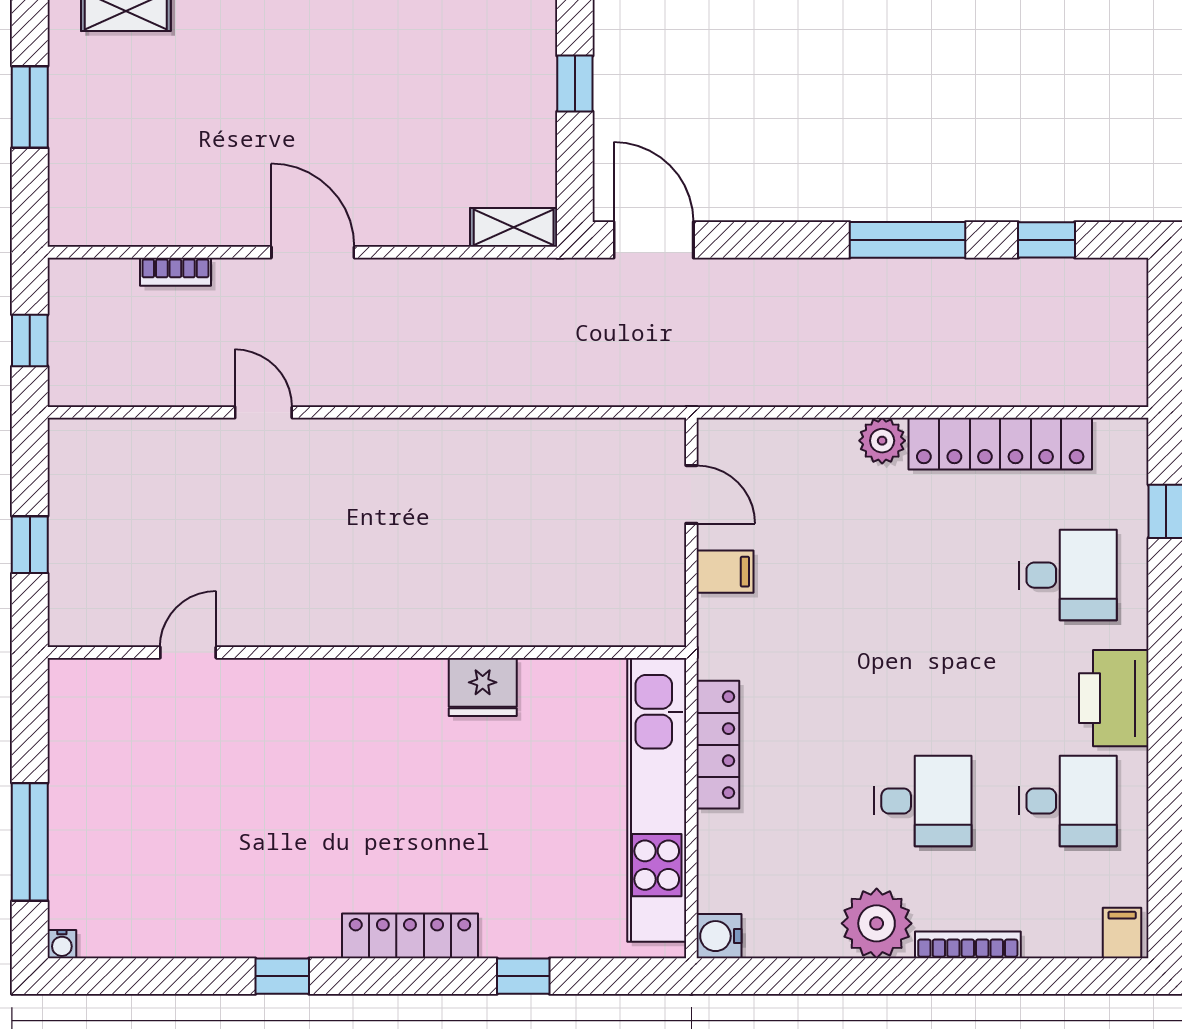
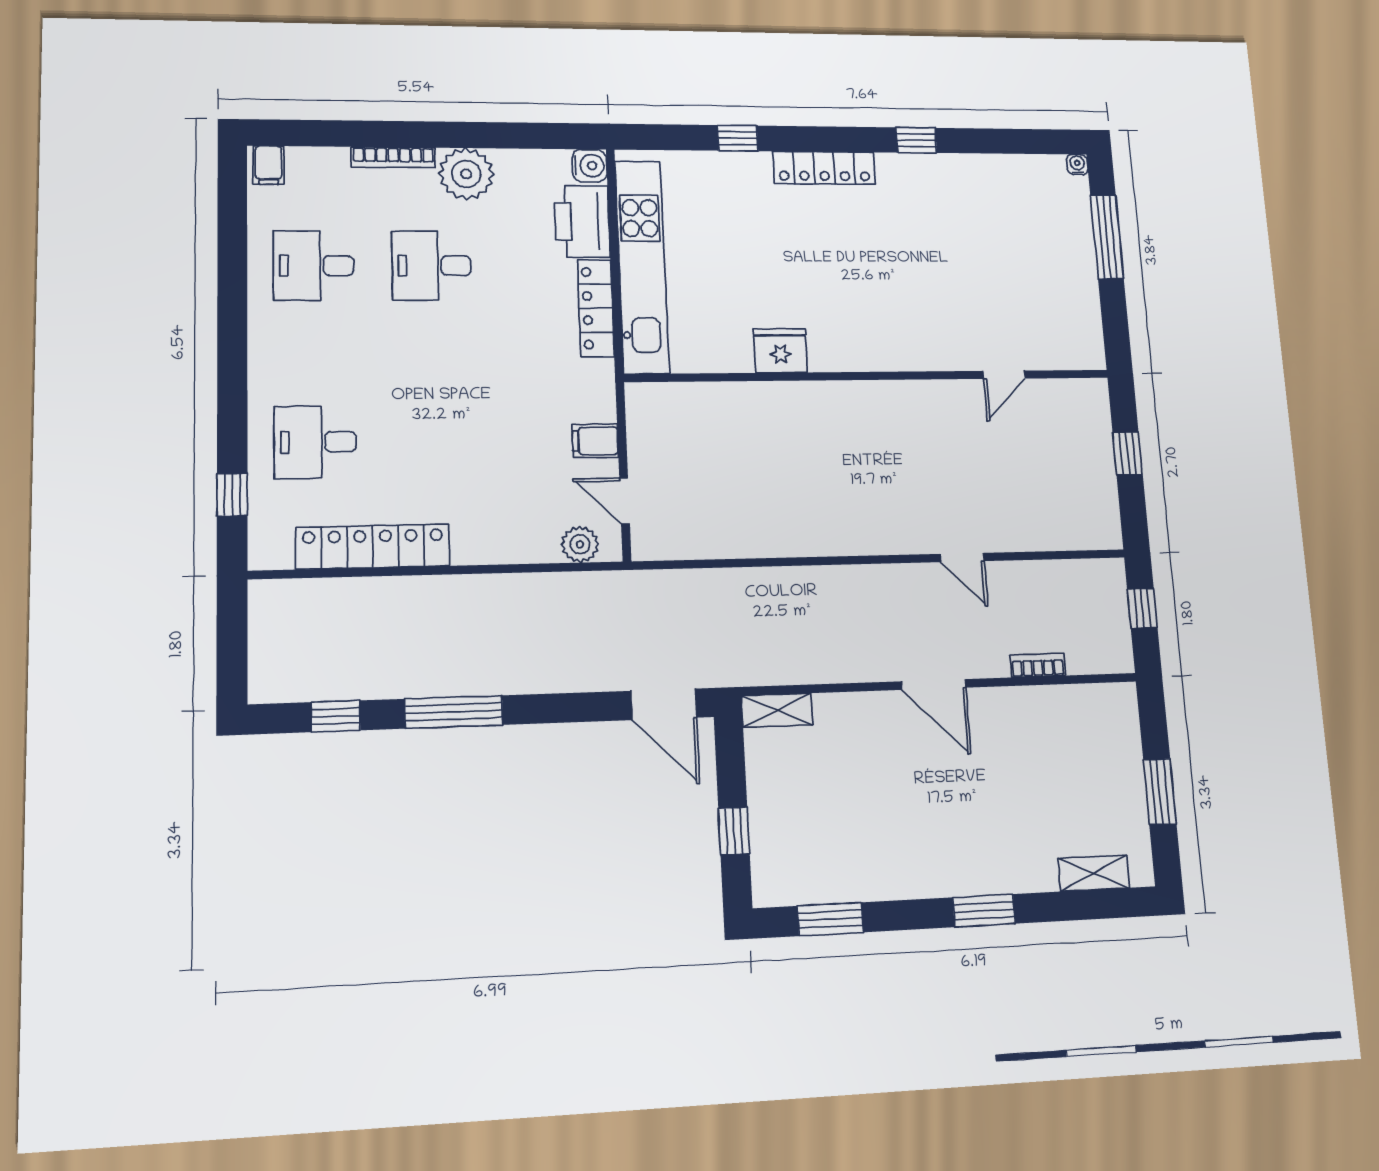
plant: (882, 441) -> (580, 544), moved
printer: (1114, 698) -> (582, 221), moved, turned 180

